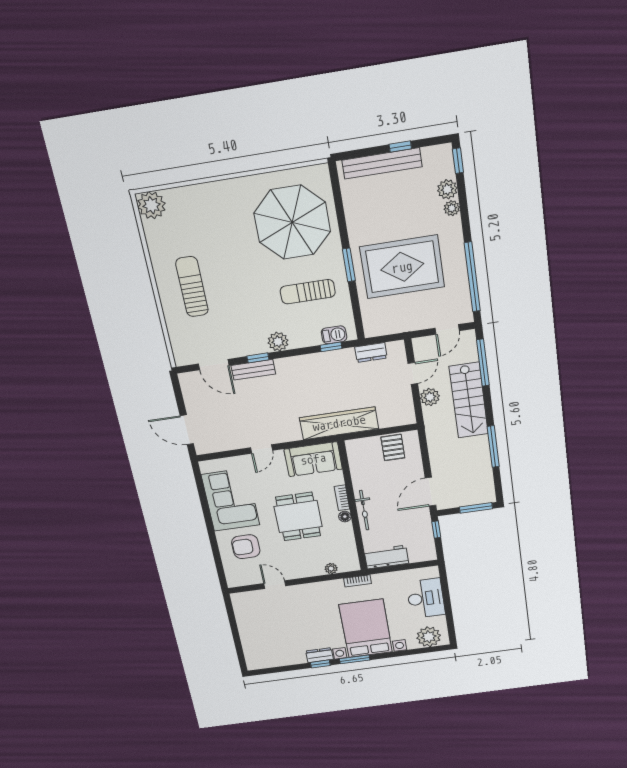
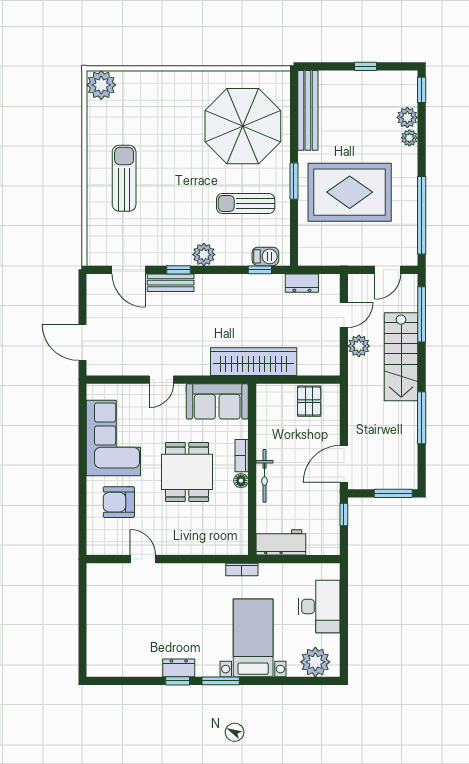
bench: (382, 163) -> (308, 110), moved, turned 90
plant: (331, 569) -> (213, 548), removed
bed with nightstands: (366, 628) -> (253, 638), width x0.73

